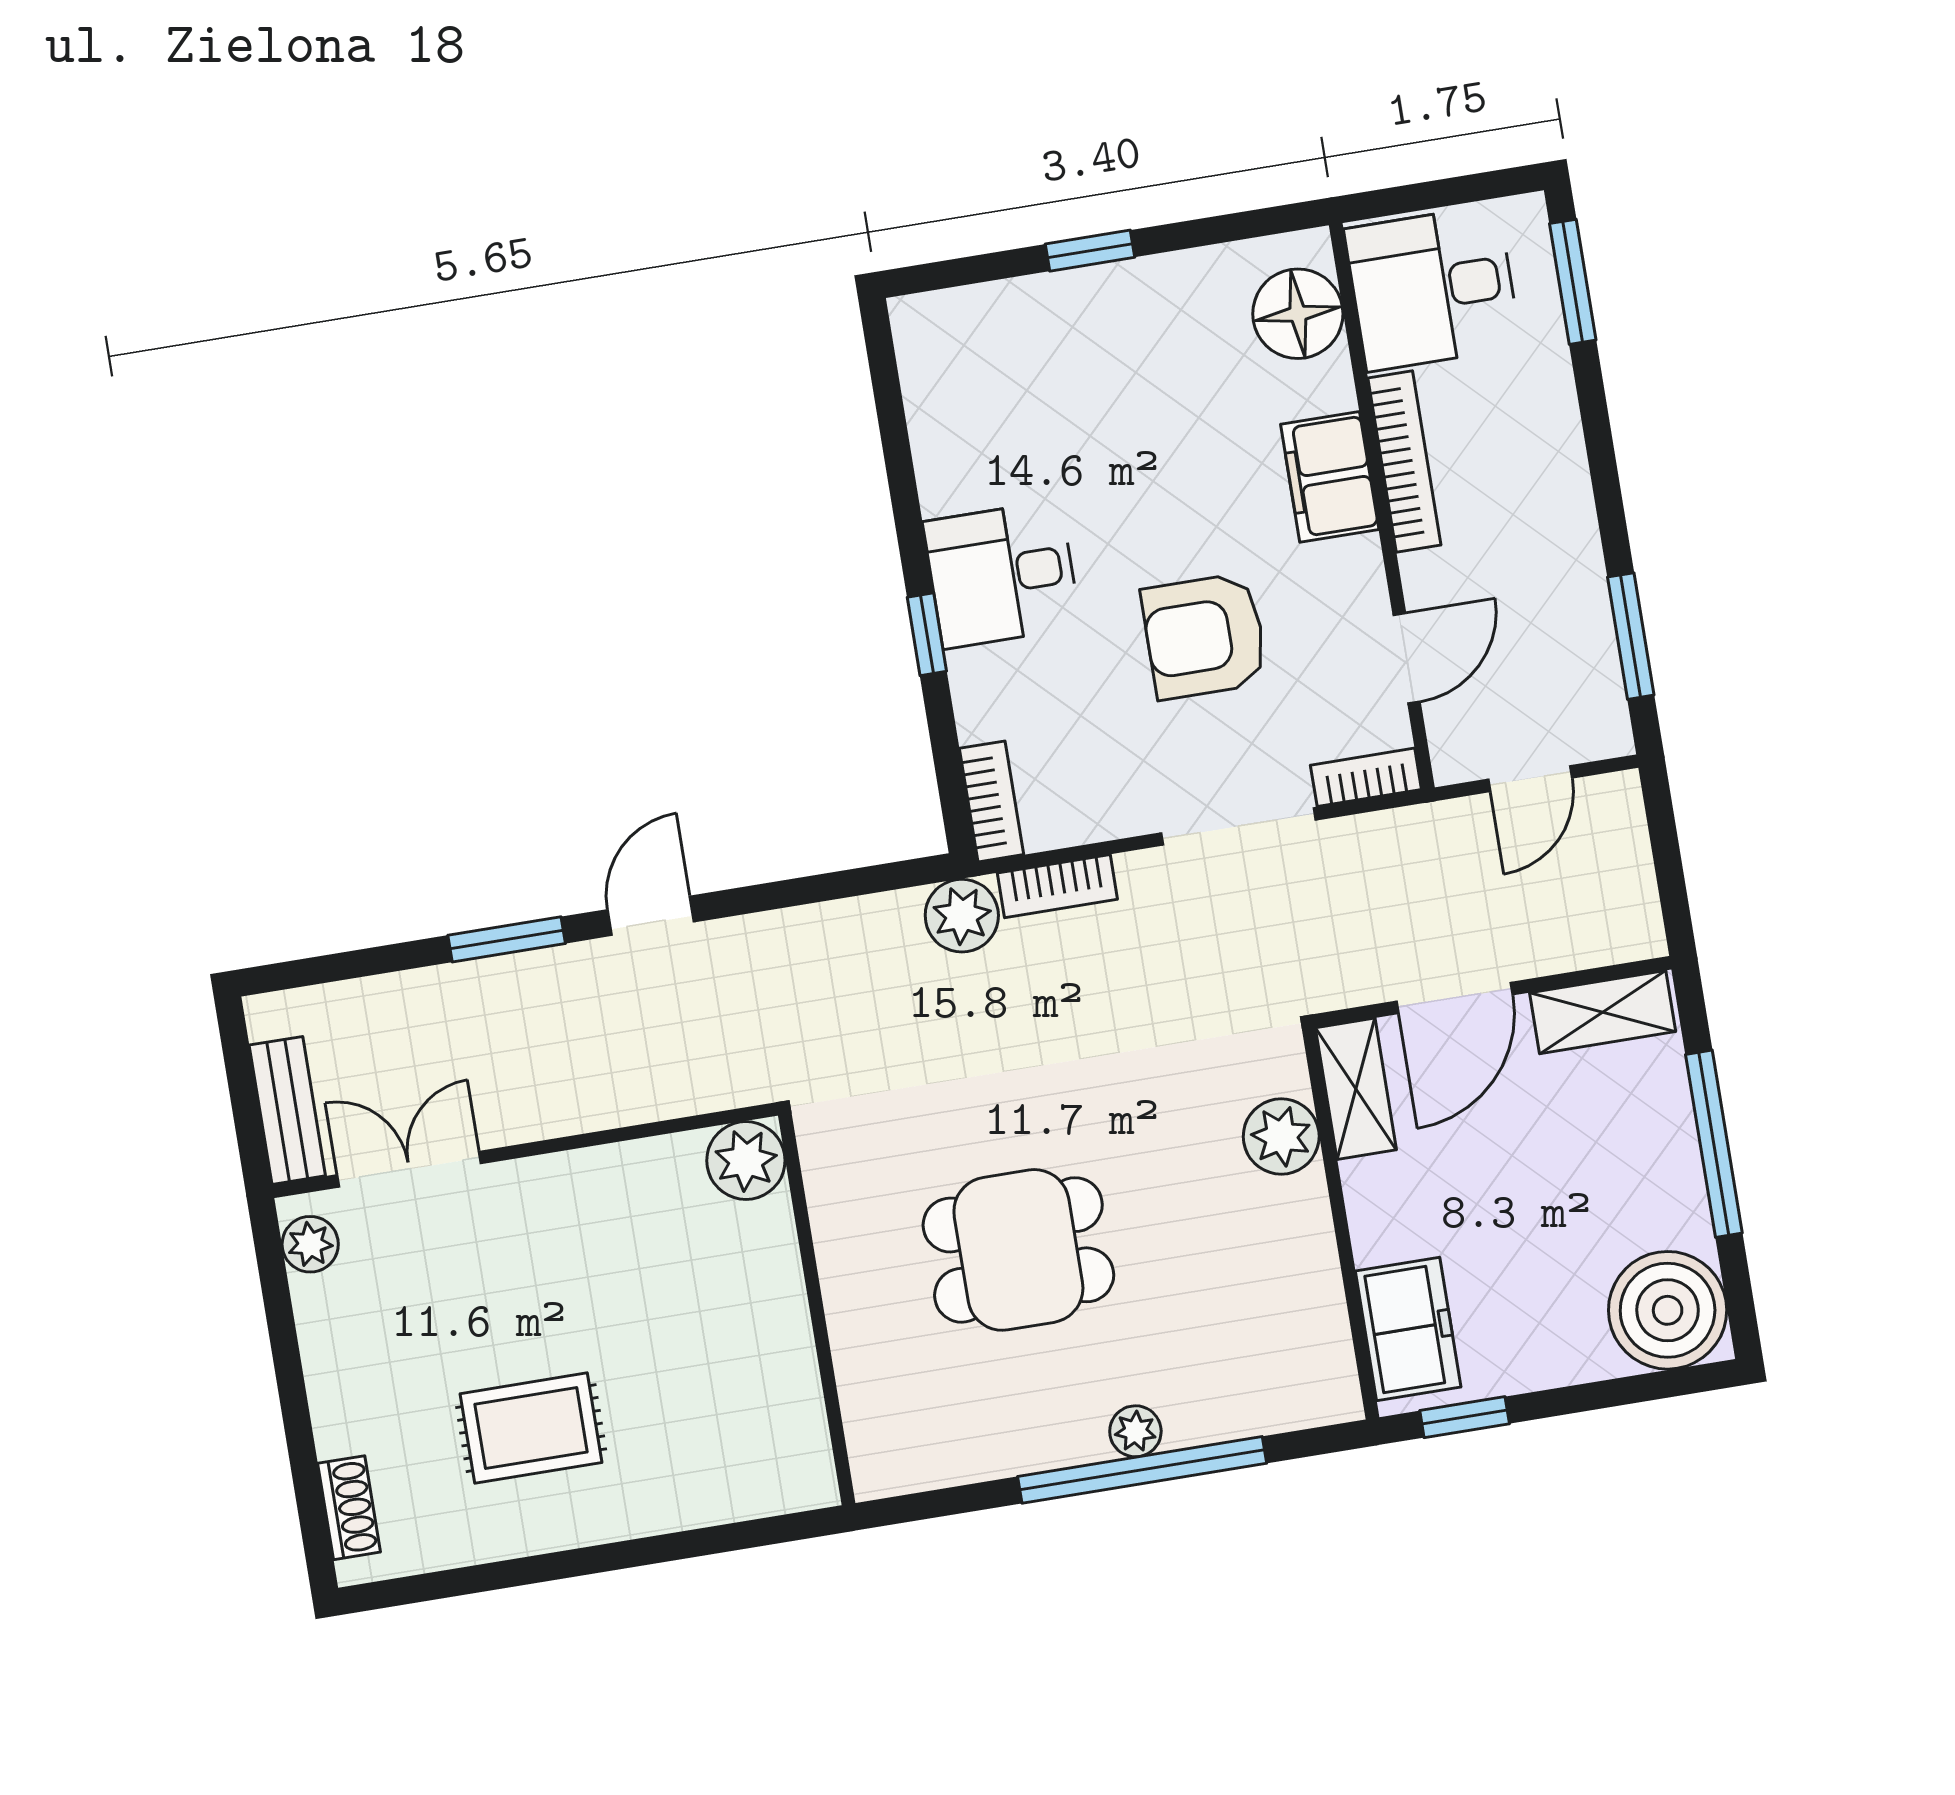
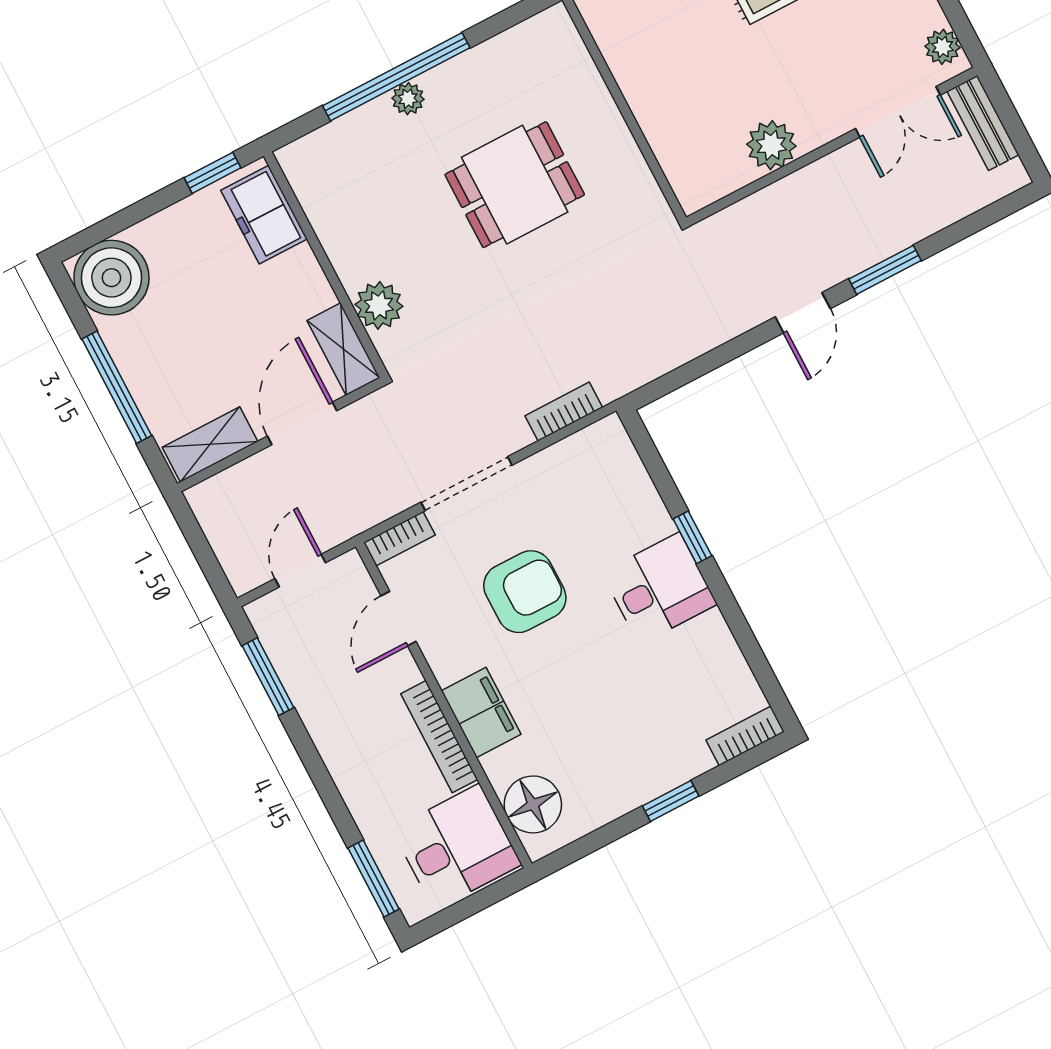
bookcase: (991, 801) -> (745, 736), moved, turned 90
plant: (962, 916) -> (615, 375), removed
plant: (746, 1160) -> (771, 145), moved

